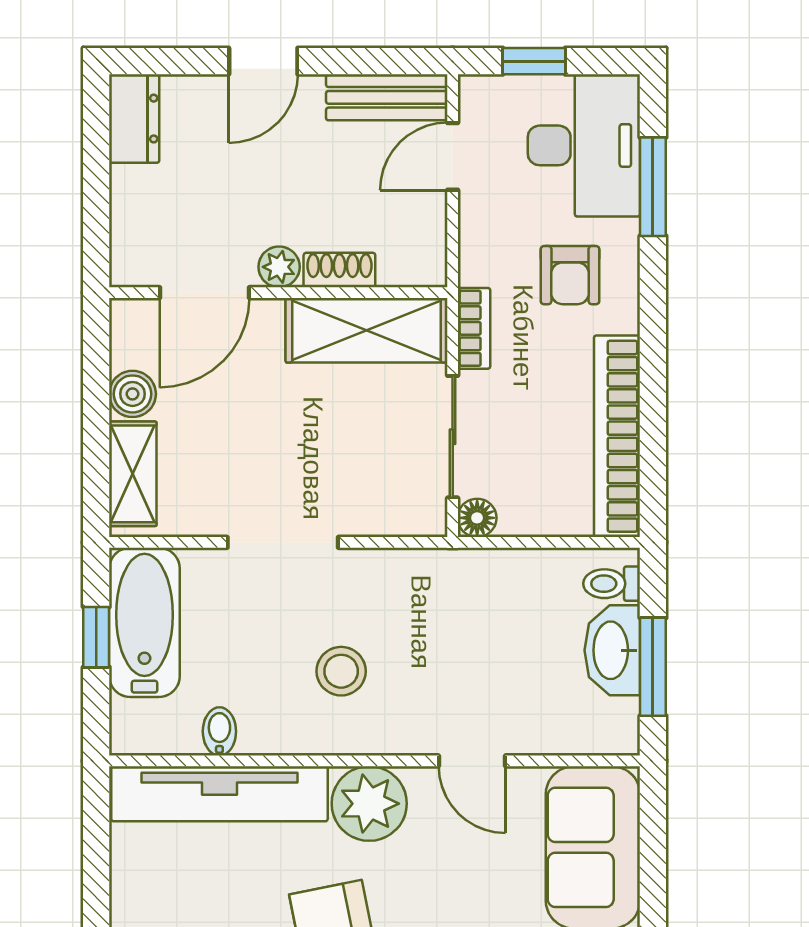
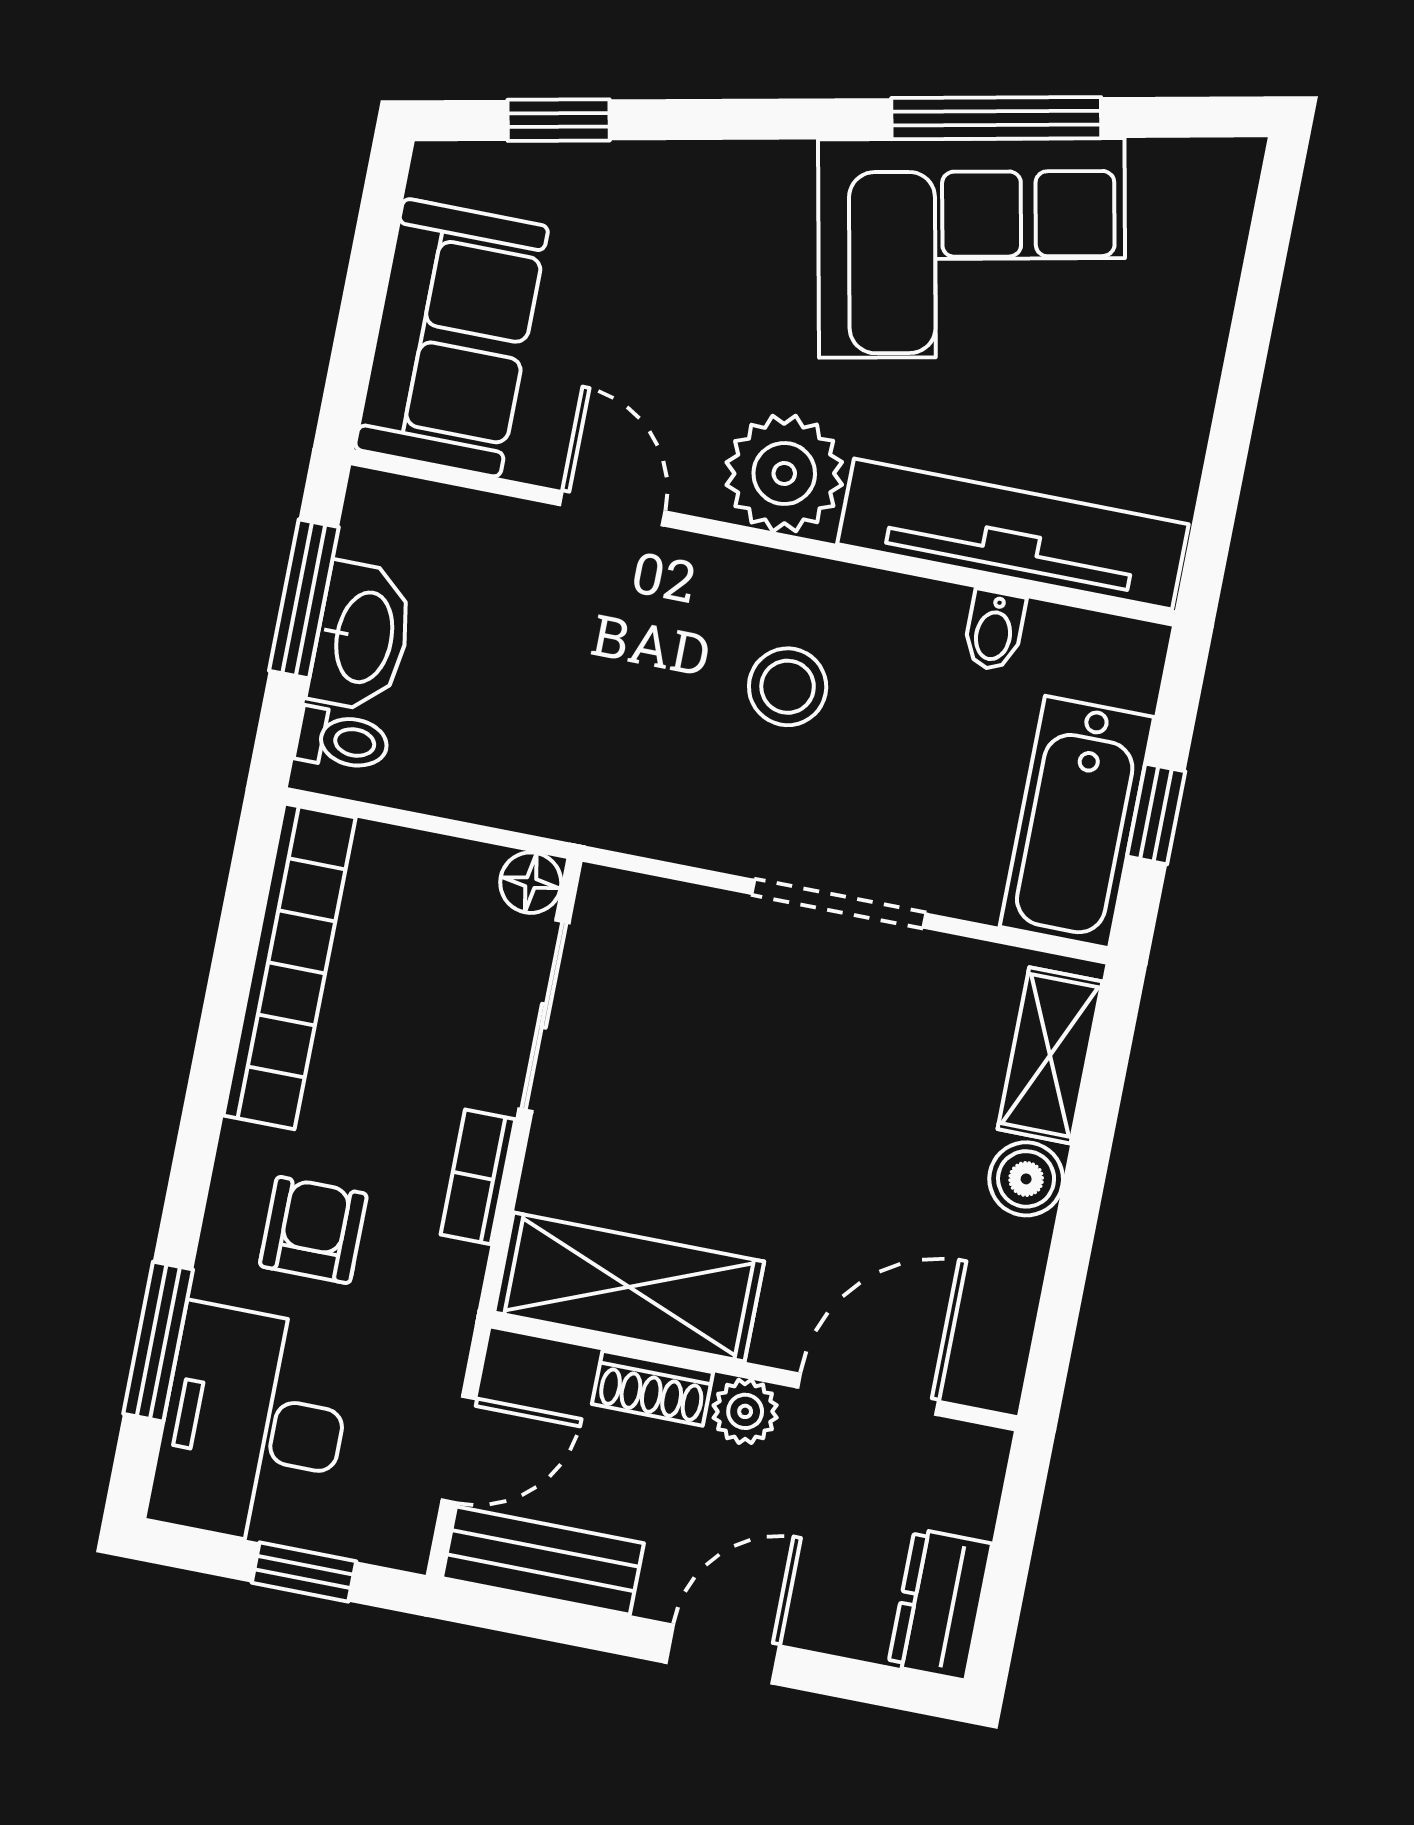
plant: (279, 267) -> (745, 1411), moved
shoe rack: (339, 270) -> (653, 1388), moved
door: (205, 293) -> (868, 1394), moved
wall: (278, 293) -> (754, 1372), moved
shelving: (366, 330) -> (629, 1287), moved

